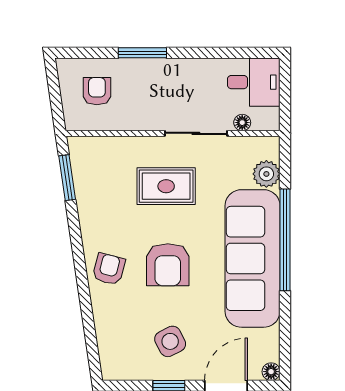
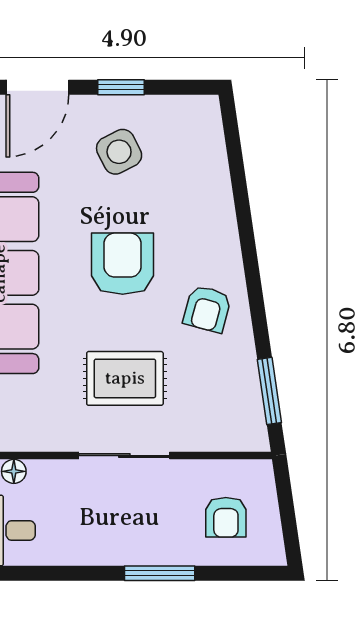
sliding door: (196, 133) -> (124, 456), moved
armchair: (109, 269) -> (207, 309), moved

